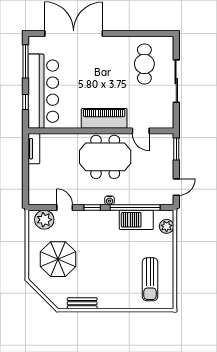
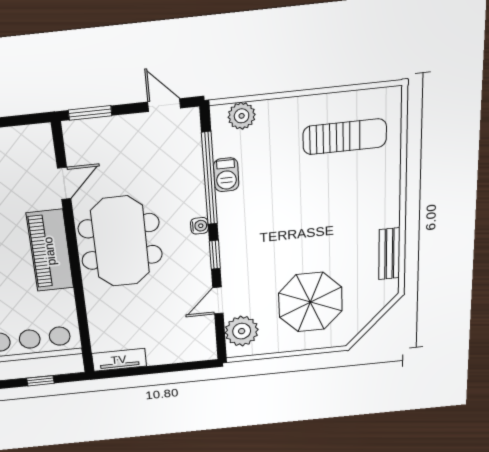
barbecue: (136, 220) -> (226, 175), width x0.53, depth x0.65

